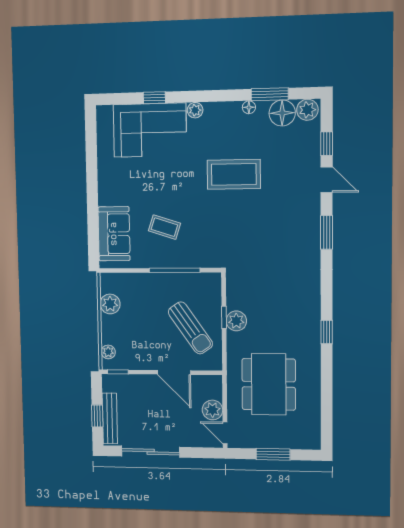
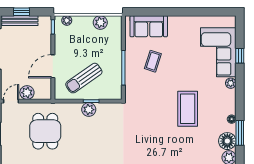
dining table: (269, 384) -> (45, 131), width x0.73

